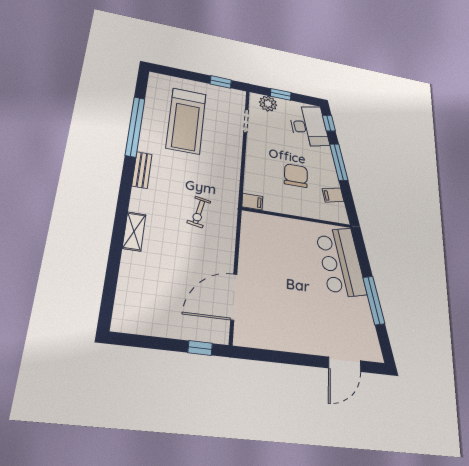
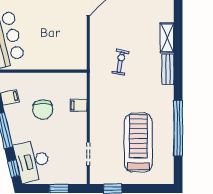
plant: (268, 104) -> (70, 176), removed
bench: (142, 170) -> (168, 69), moved
filing cabinet: (252, 202) -> (79, 105), moved

